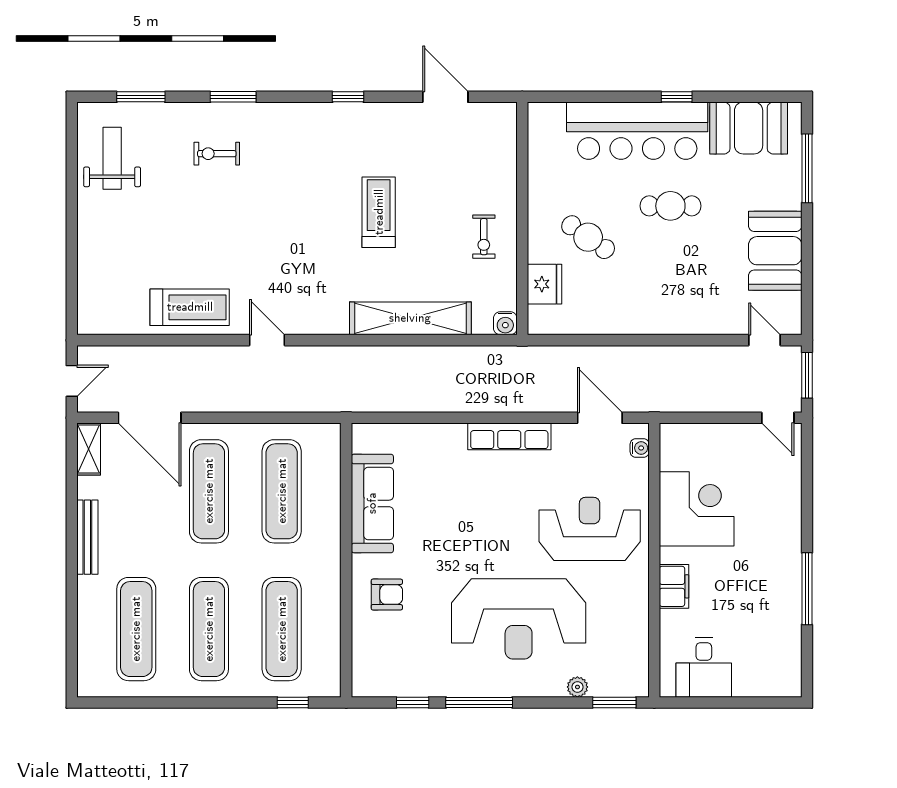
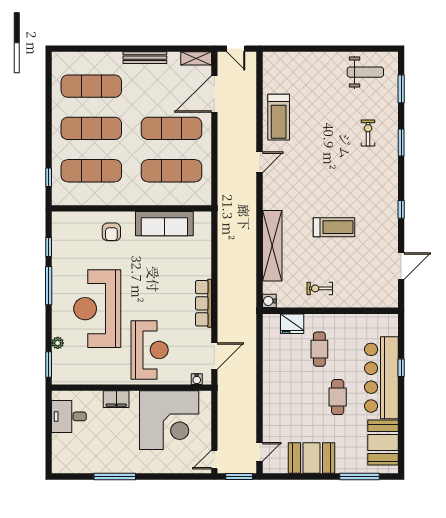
window: (677, 97) -> (401, 368), moved
cafe table: (588, 237) -> (319, 349), turned -35
corner desk: (697, 509) -> (169, 420), width x1.36, depth x1.36

